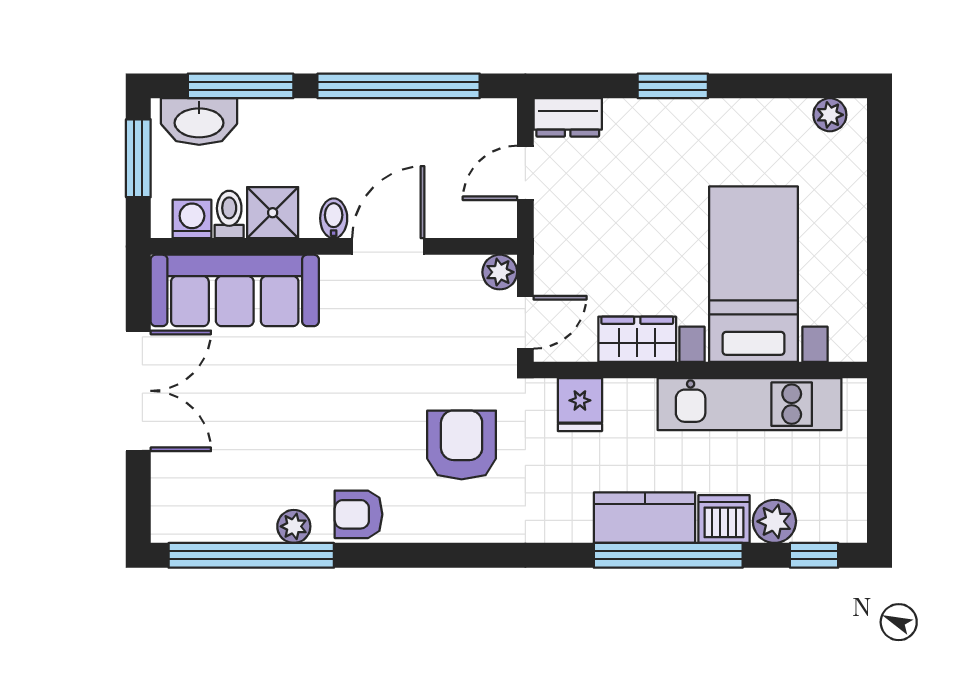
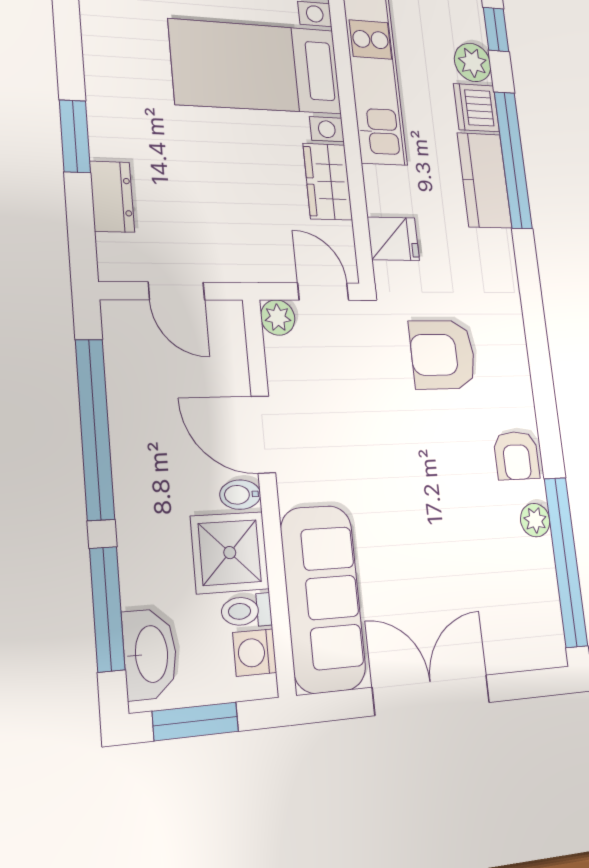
dresser: (568, 117) -> (112, 197), moved
shower: (273, 213) -> (230, 553), width x1.36, depth x1.36

